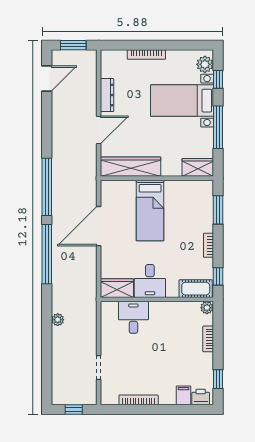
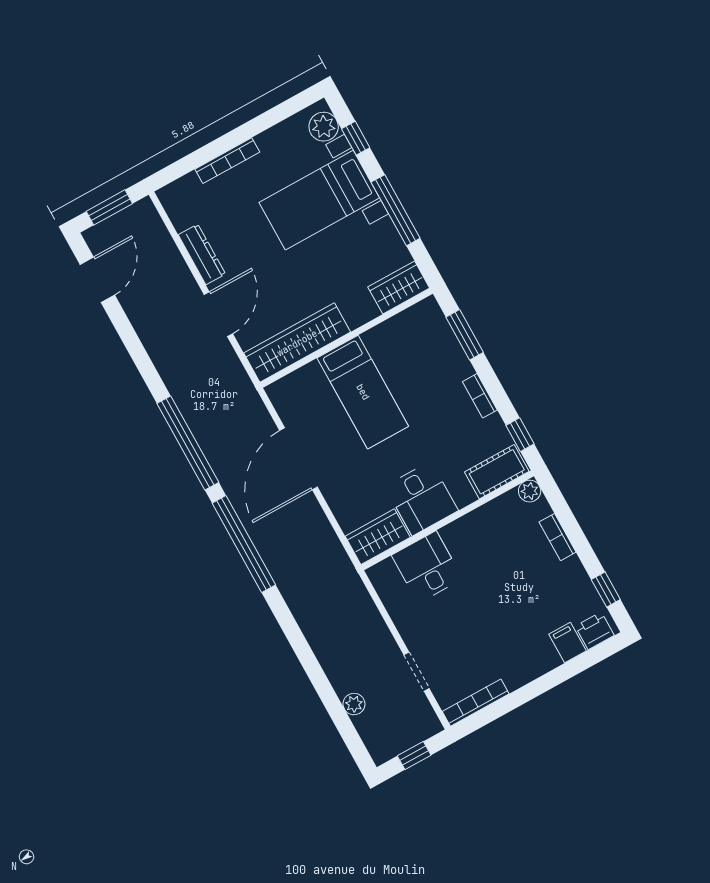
plant: (58, 320) -> (354, 704), moved
bookcase: (139, 400) -> (476, 703), moved

